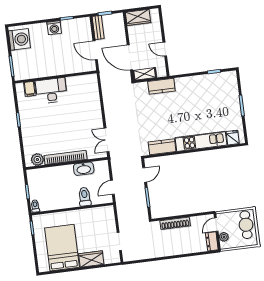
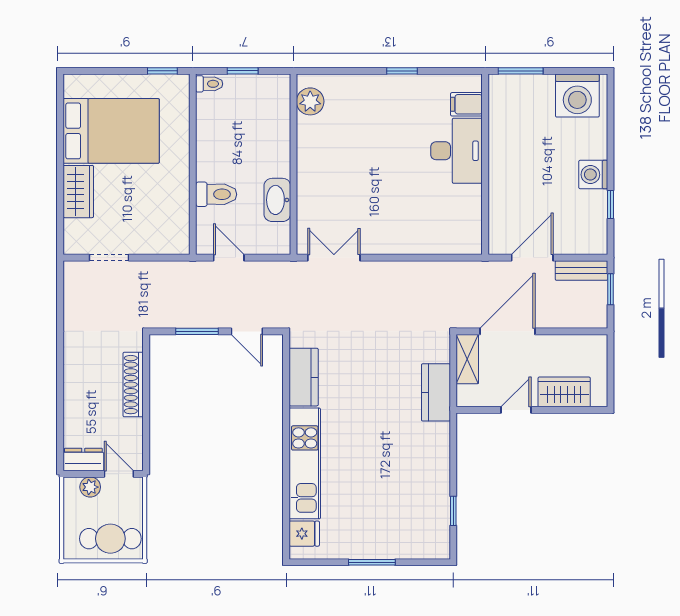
wardrobe: (138, 17) -> (564, 392), moved, turned 90
bookcase: (66, 157) -> (307, 163), removed

